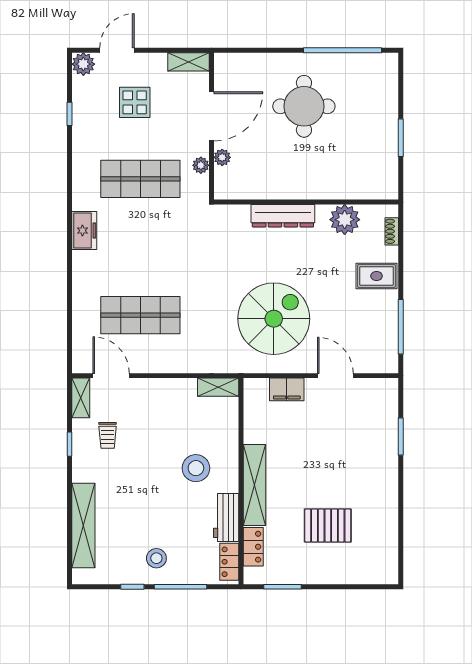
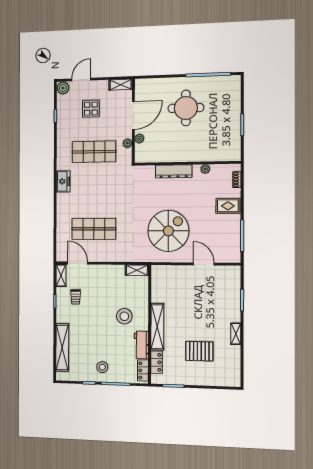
plant: (345, 220) -> (205, 169), width x0.53, depth x0.53
filing cabinet: (287, 389) -> (176, 272), removed
shelving: (390, 494) -> (236, 334), added

